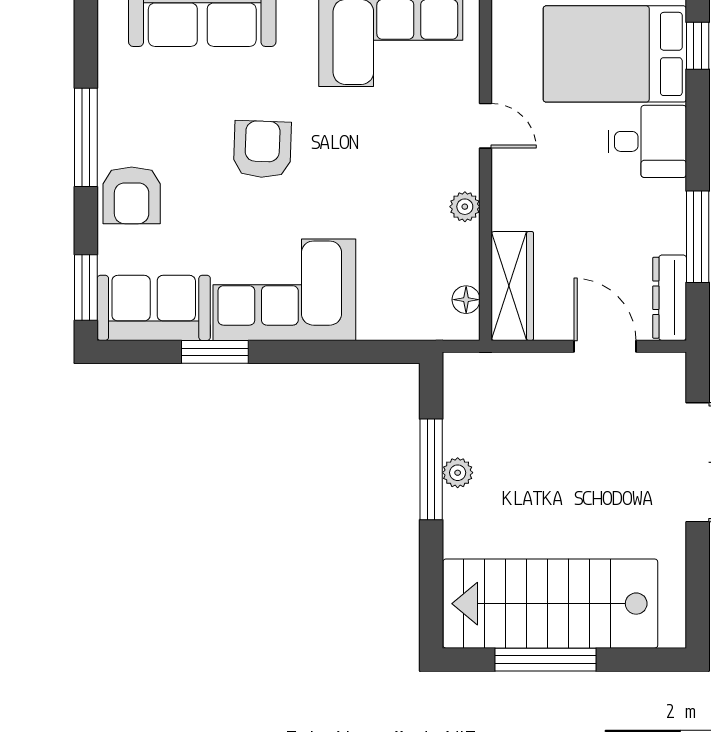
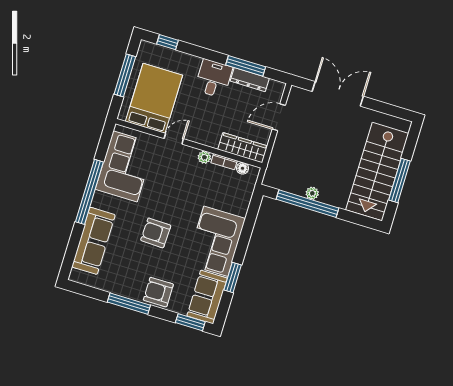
bed: (615, 54) -> (154, 98), moved, turned 180
desk: (647, 141) -> (214, 79), moved
armchair: (132, 195) -> (158, 292), turned 180
bookcase: (468, 254) -> (224, 162), added
dresser: (670, 298) -> (250, 80), moved
window: (431, 469) -> (308, 204), width x1.46

